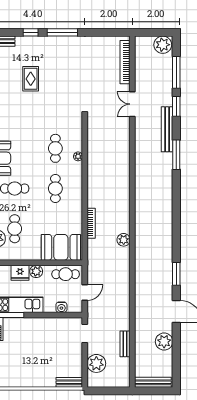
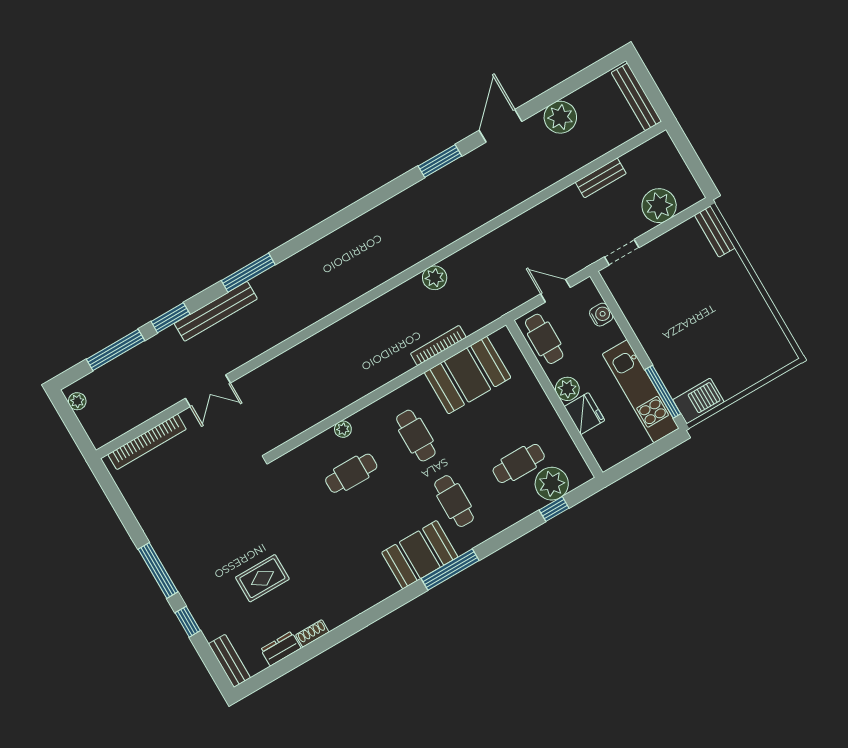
plant: (163, 45) -> (77, 401), width x0.53, depth x0.53
cafe table: (55, 189) -> (416, 436), turned 90
booth: (61, 247) -> (468, 375), moved, turned 90

